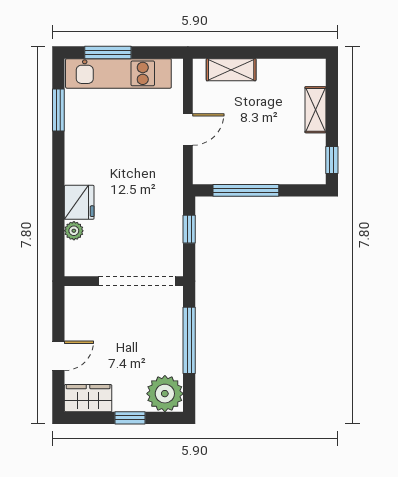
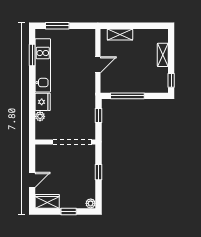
kitchen unit: (118, 73) -> (43, 65), moved, turned -90
window: (189, 340) -> (99, 172), width x0.46
plant: (165, 394) -> (91, 203), width x0.53, depth x0.53

